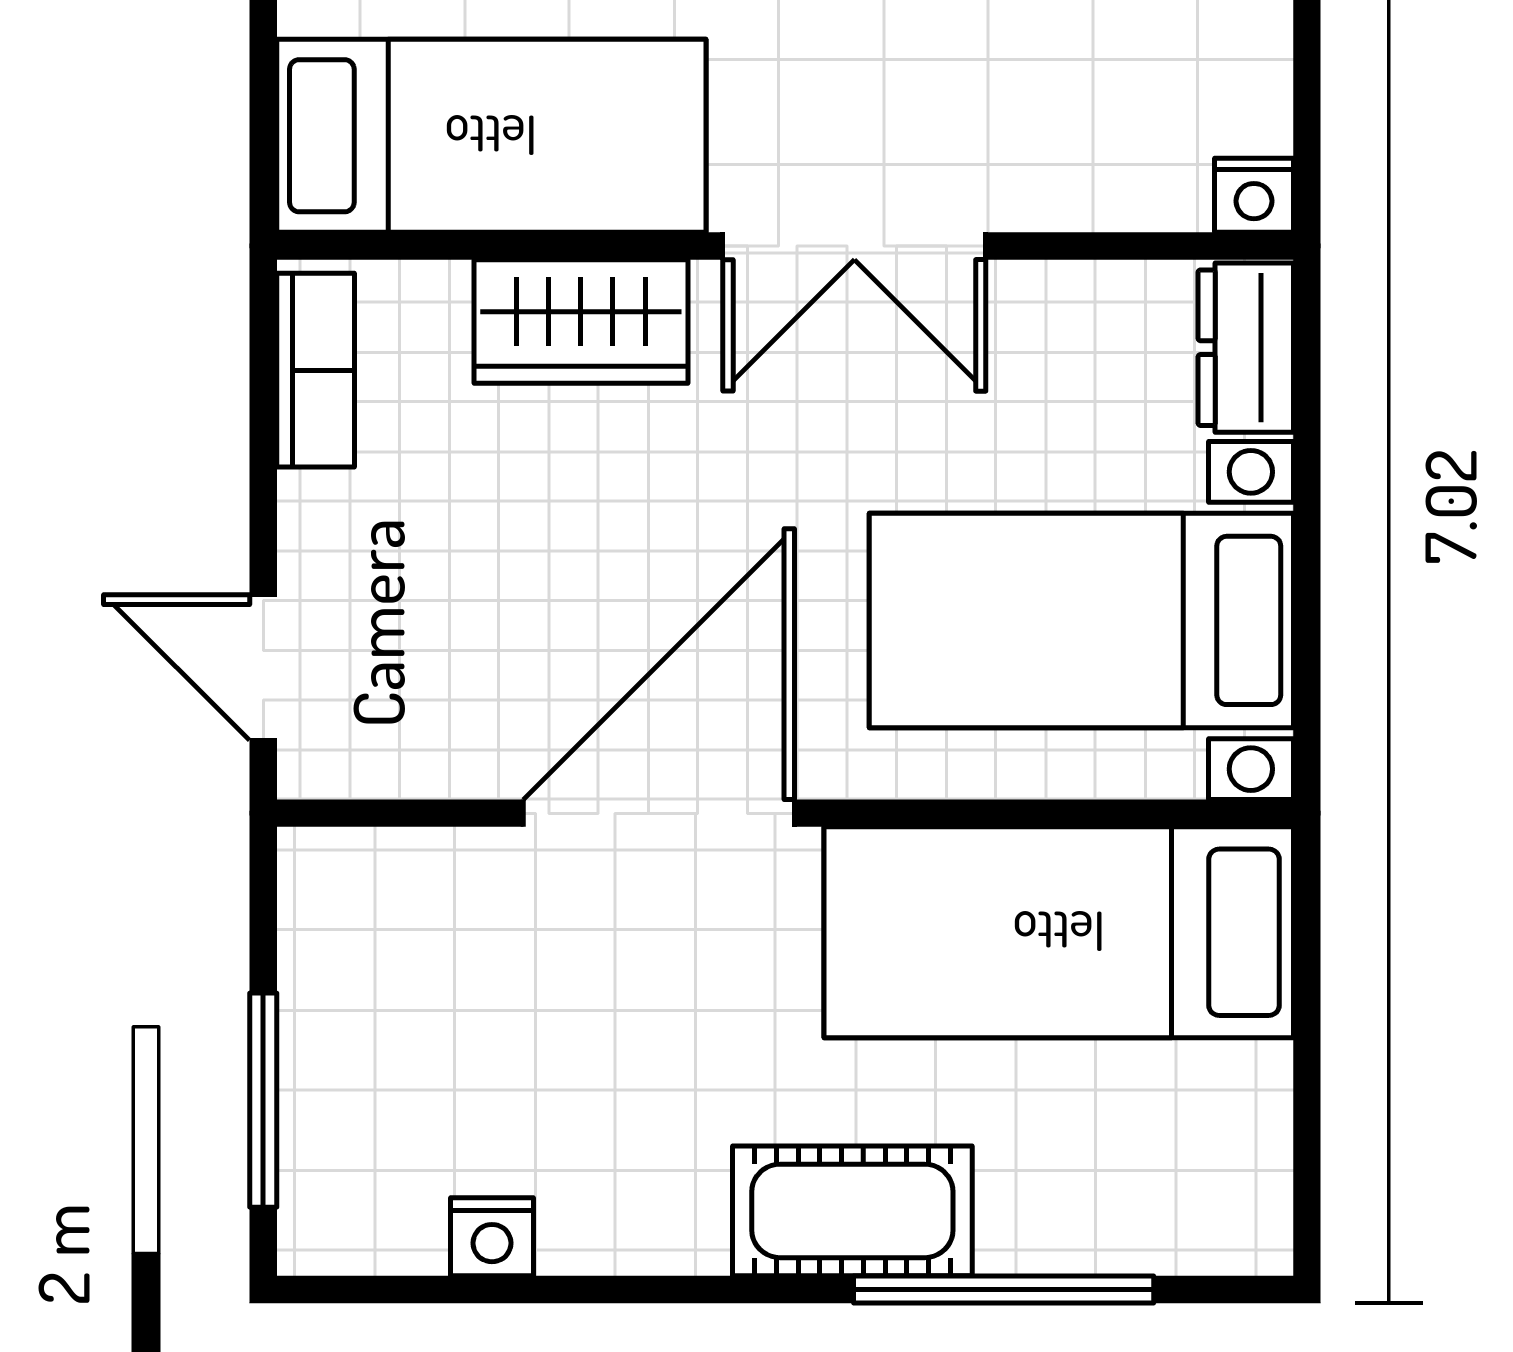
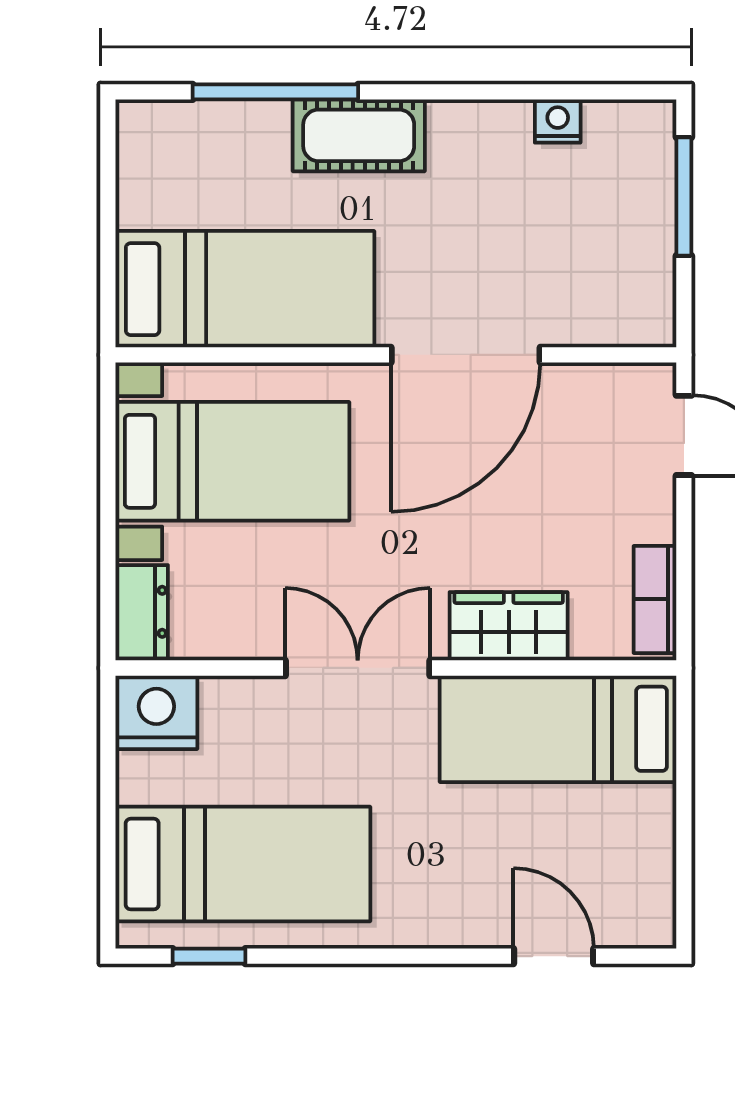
nightstand: (1254, 195) -> (156, 712), width x1.89, depth x1.79

